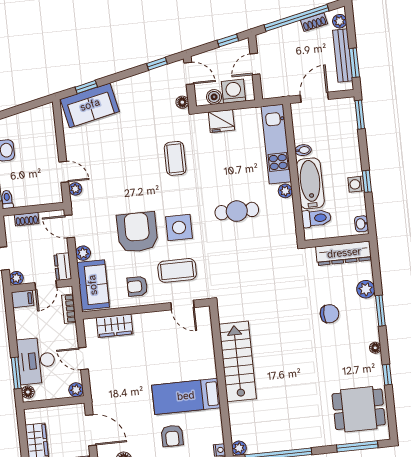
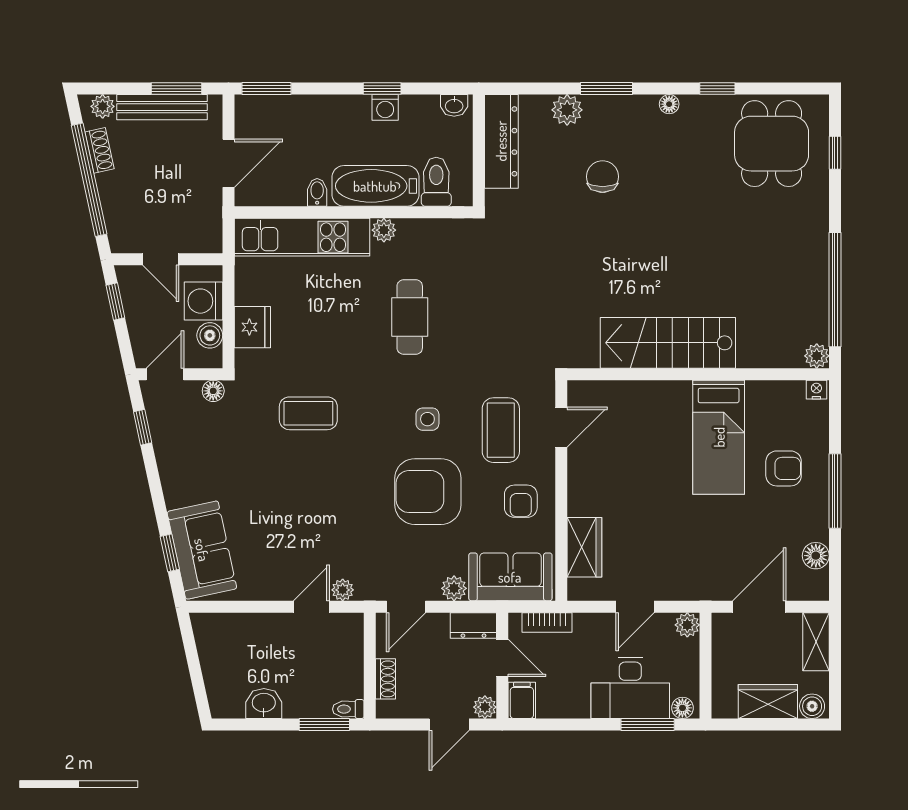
door: (314, 97) -> (228, 163), swing flipped
side table: (179, 227) -> (427, 419), width x0.54, depth x0.54
window: (357, 446) -> (835, 153), width x0.46

